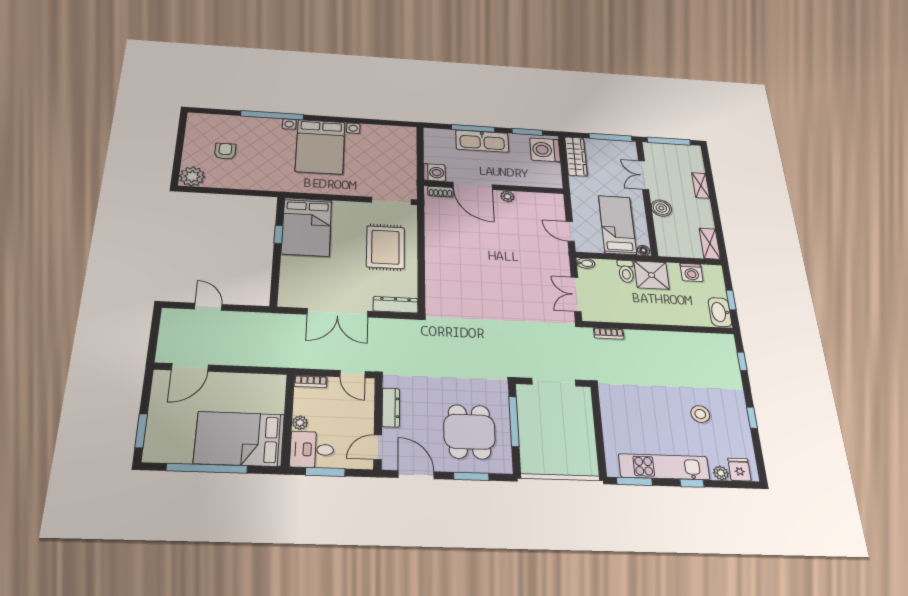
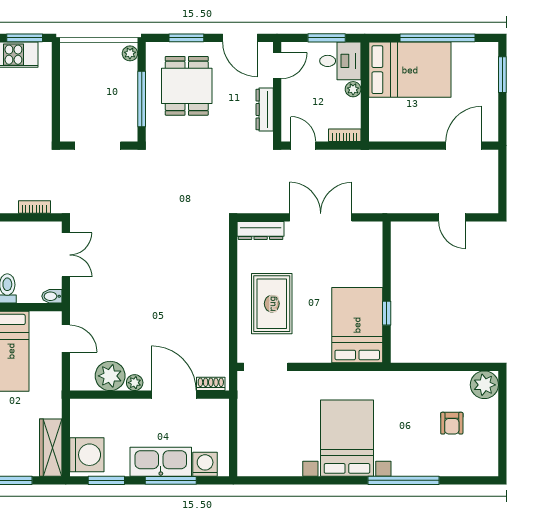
washing machine: (434, 172) -> (205, 464), moved, turned 90
plant: (529, 202) -> (110, 376), added
plant: (528, 464) -> (130, 53), added

